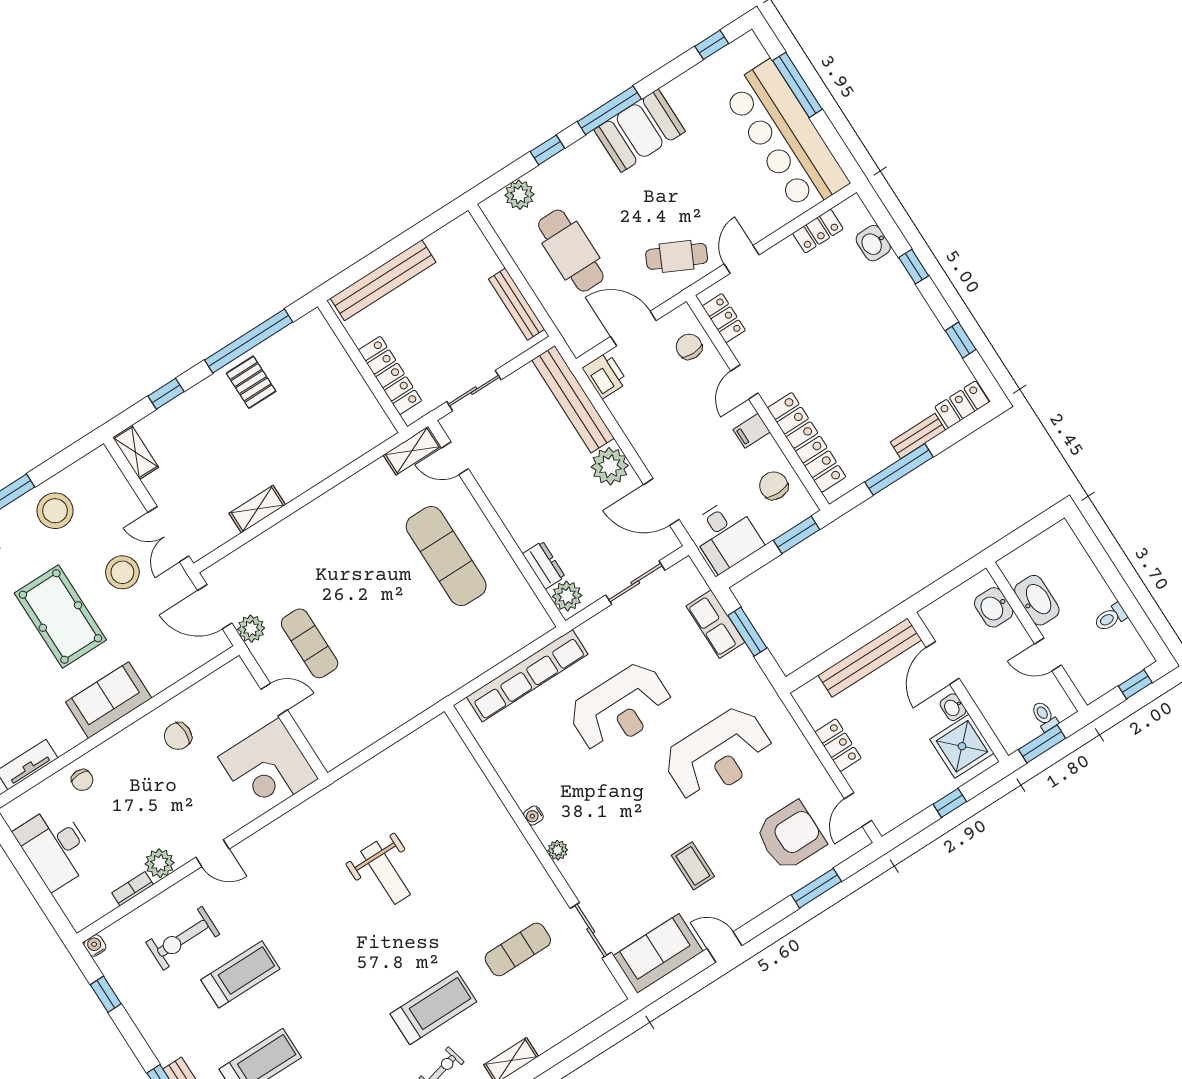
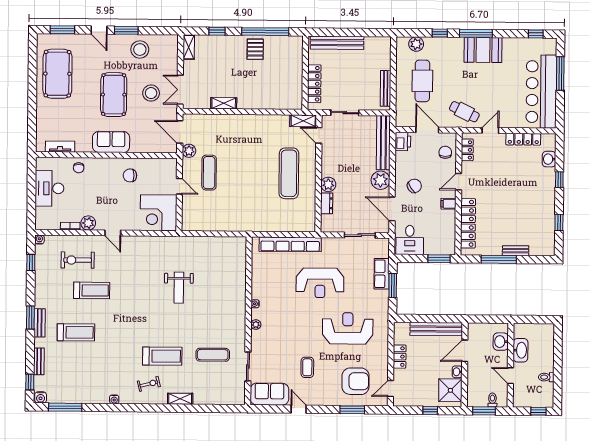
locker: (818, 231) -> (523, 139), width x1.53
locker: (962, 404) -> (542, 249), removed
chair: (774, 486) -> (414, 186), moved, turned 56
plant: (567, 596) -> (328, 184), moved
reception desk: (718, 755) -> (348, 328), turned 180

